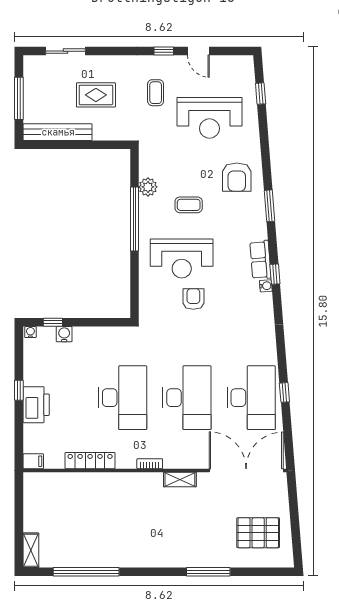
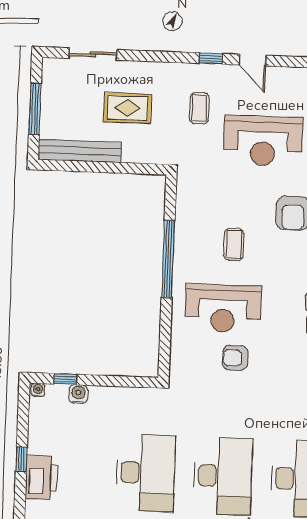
plant: (148, 187) -> (186, 221), removed
coffee table: (189, 205) -> (234, 244), turned 90
armchair: (193, 299) -> (235, 358), turned -90

